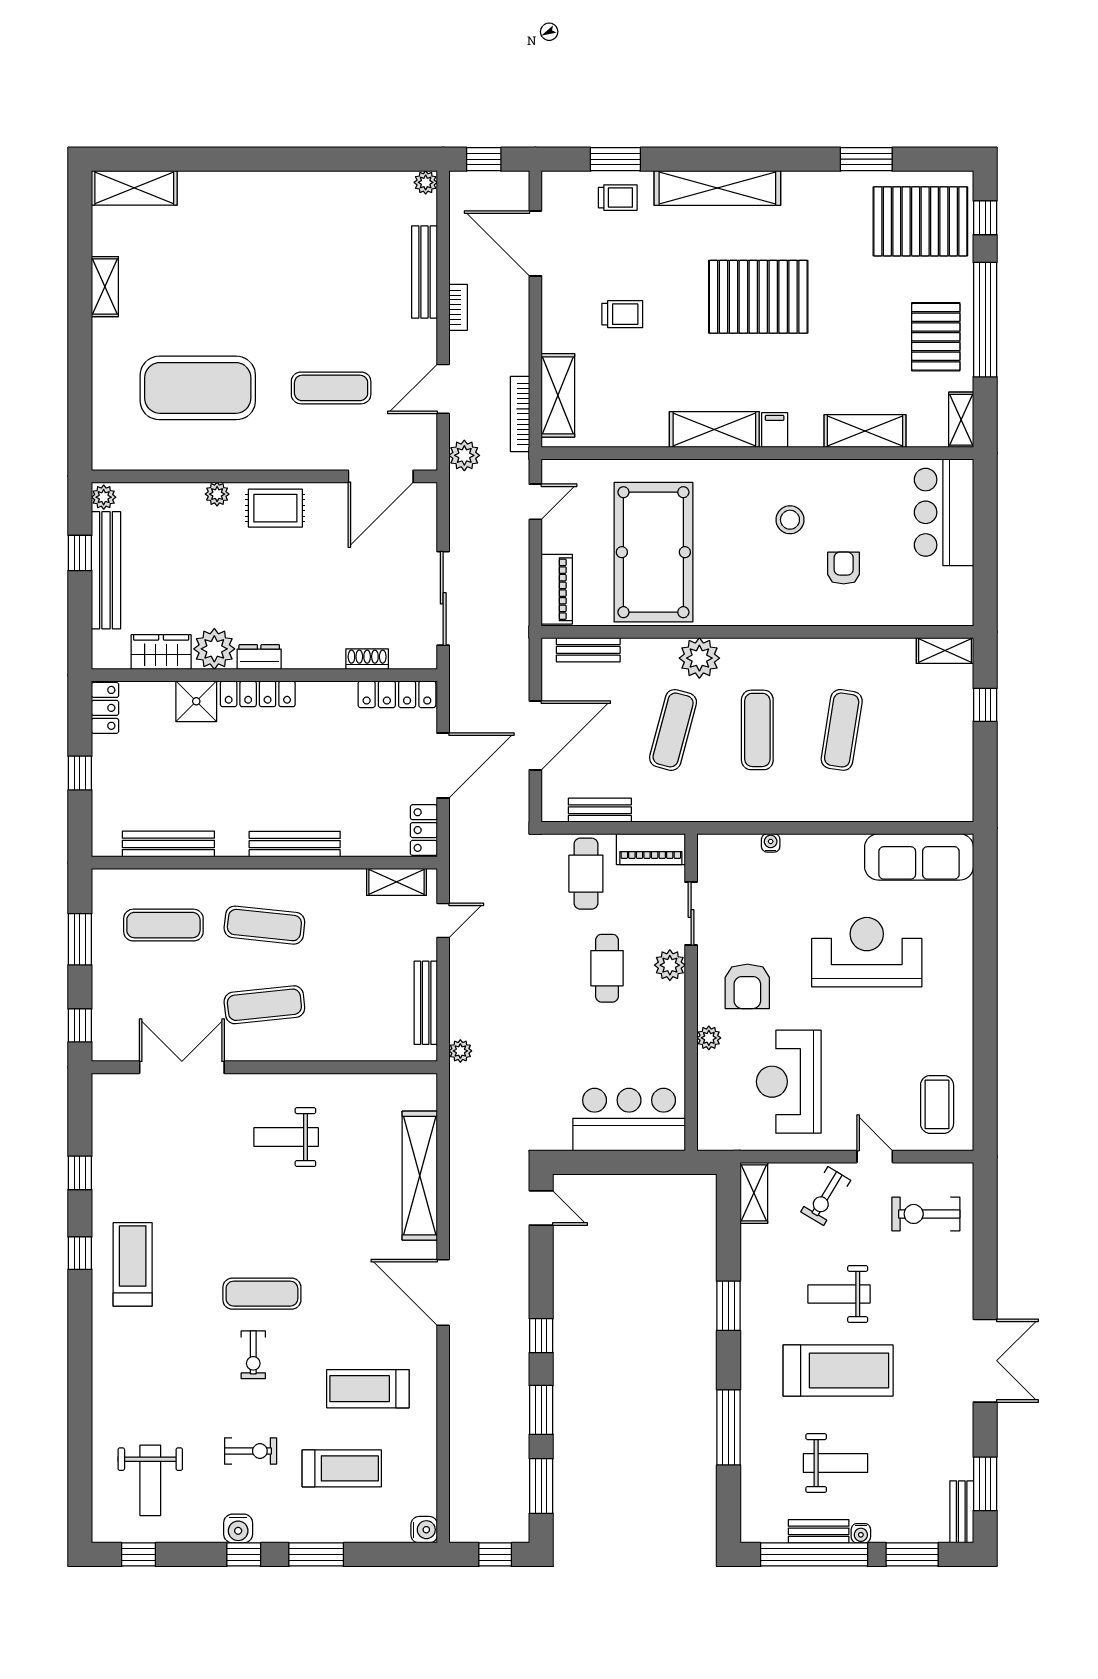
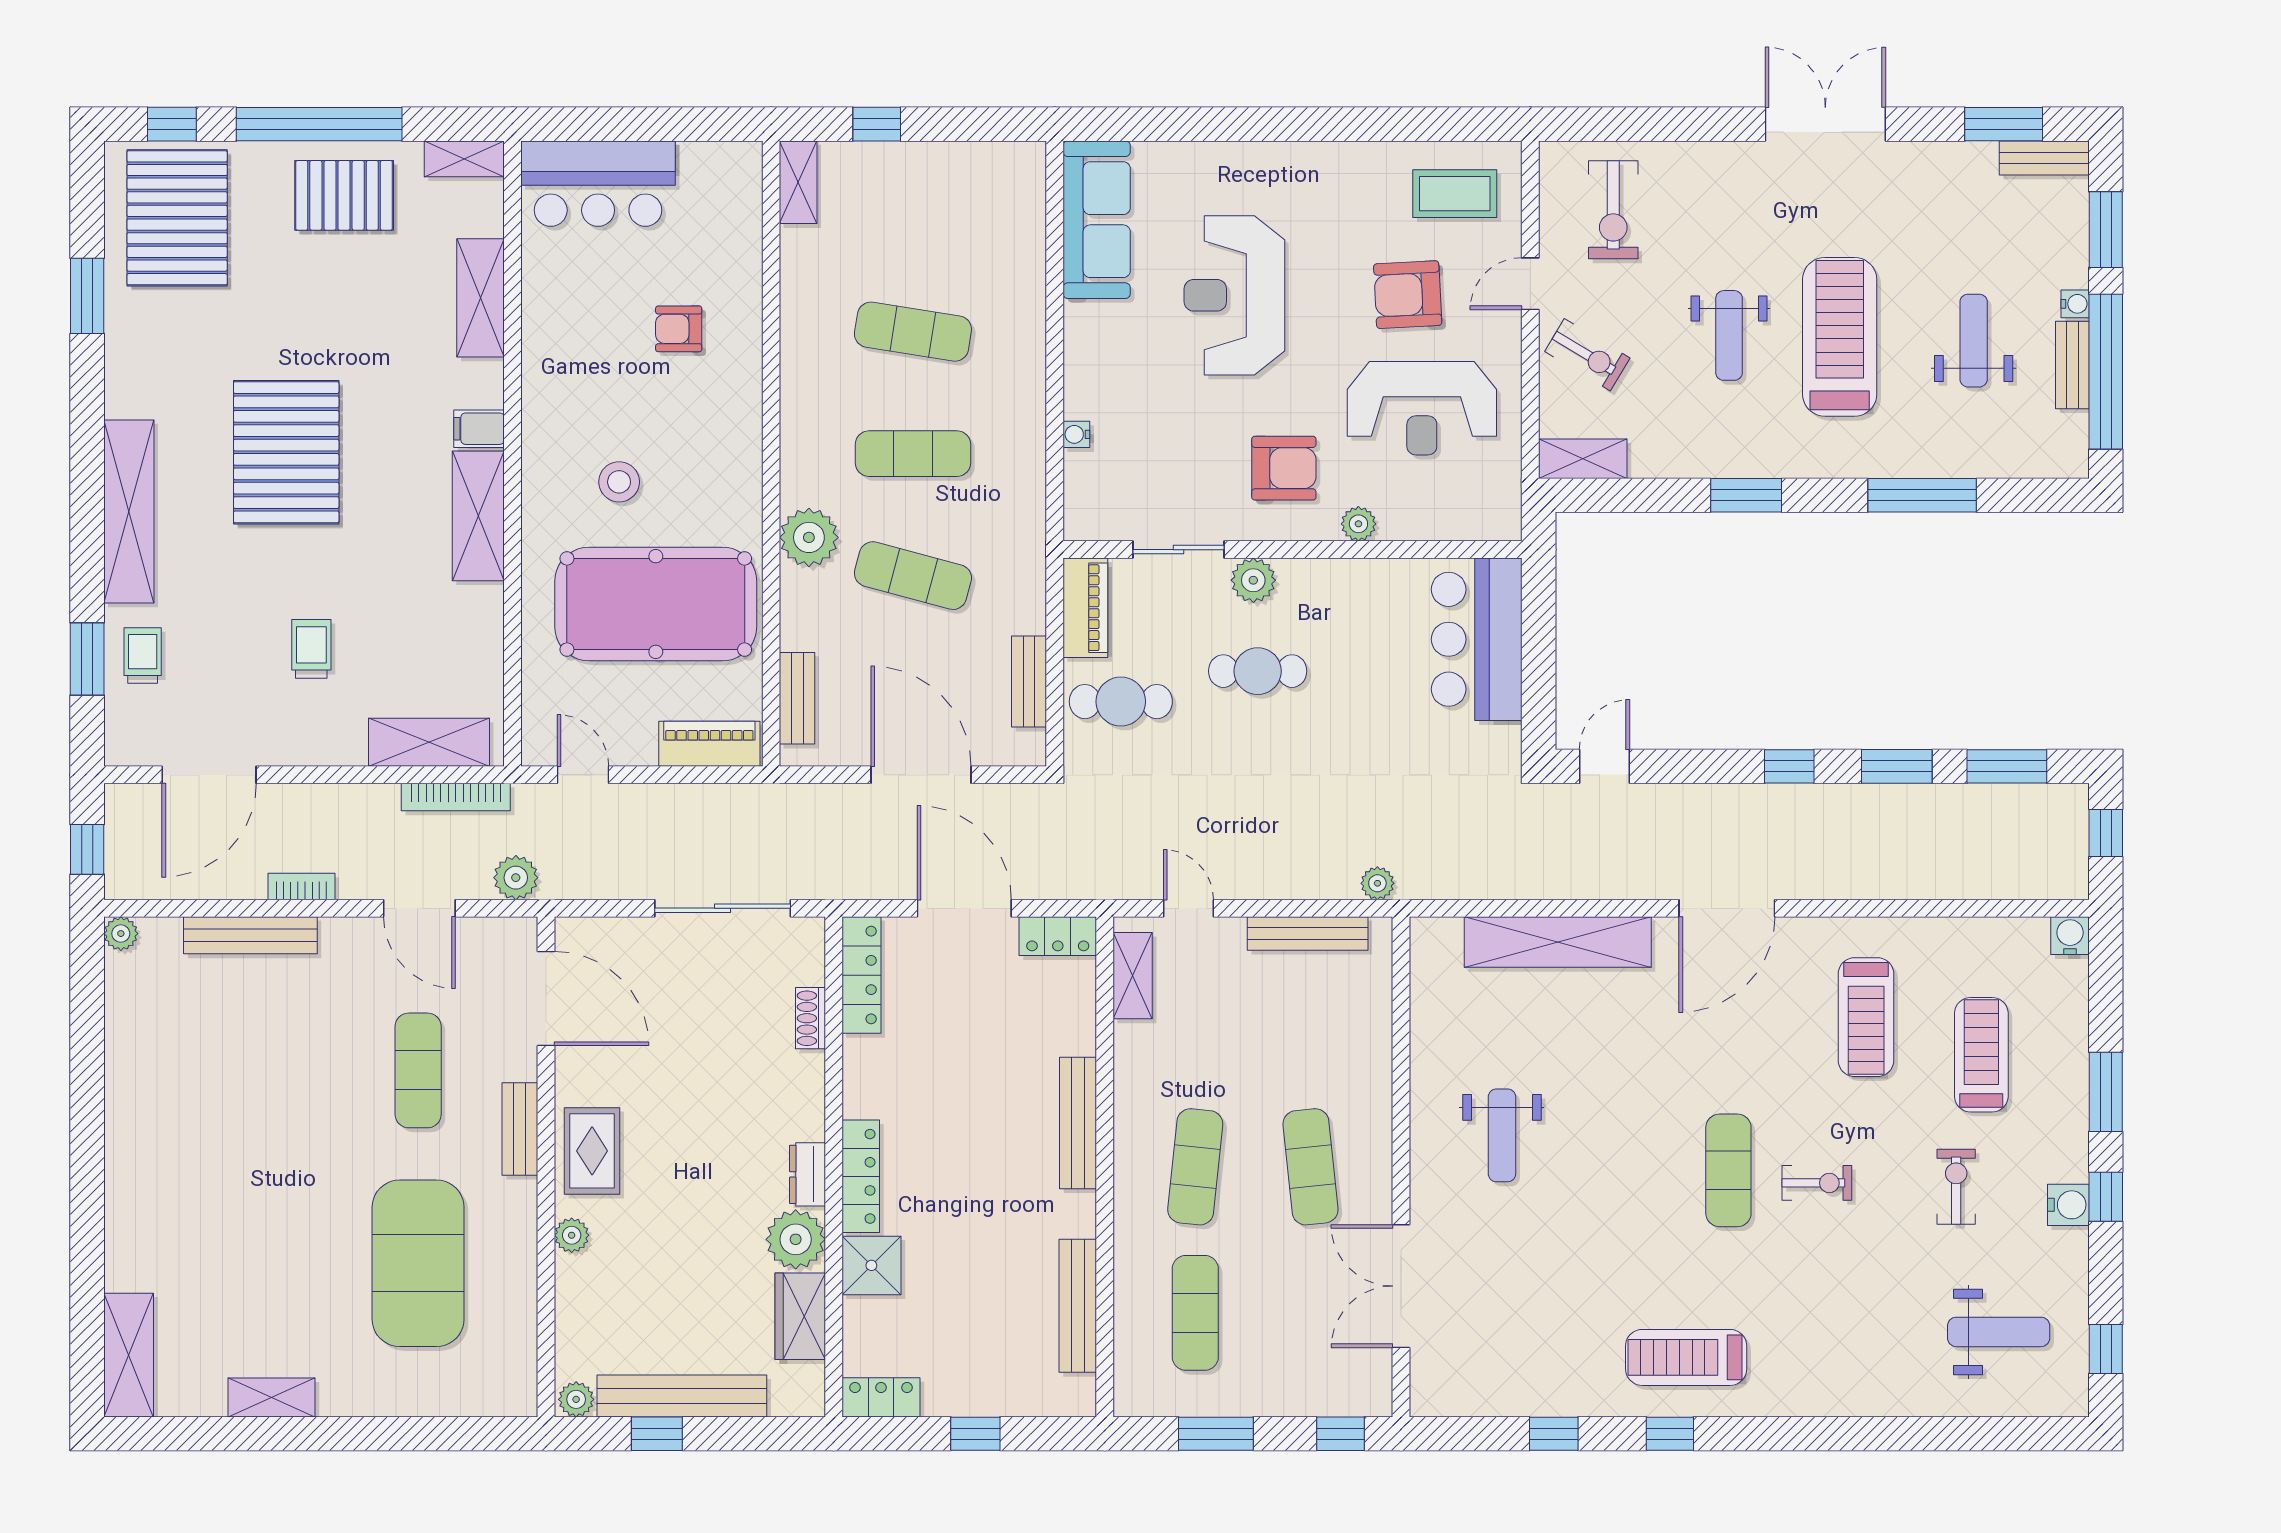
bench: (291, 458) -> (520, 1129), added
stool: (790, 520) -> (619, 482), moved
armchair: (867, 1072) -> (1408, 295), added

